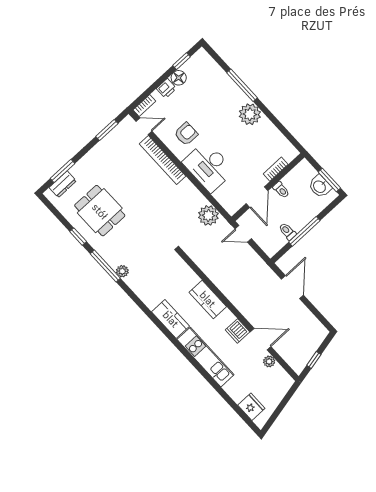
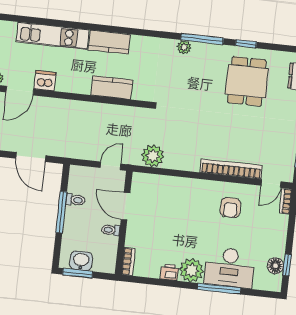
floor lamp: (179, 78) -> (275, 266), moved
printer: (166, 88) -> (169, 272), moved, turned 90
desk: (209, 167) -> (229, 268), moved, turned 180
bookcase: (276, 169) -> (128, 262), moved
dining table: (100, 211) -> (247, 81), turned 90
kitchen counter: (208, 299) -> (112, 87), moved

